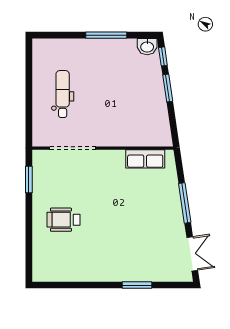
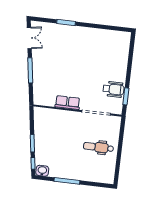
dental chair: (63, 94) -> (98, 147), turned 90
row of seats: (145, 159) -> (68, 103), moved
wheelchair: (64, 220) -> (113, 89), moved
double door: (192, 254) -> (29, 38), swing flipped

